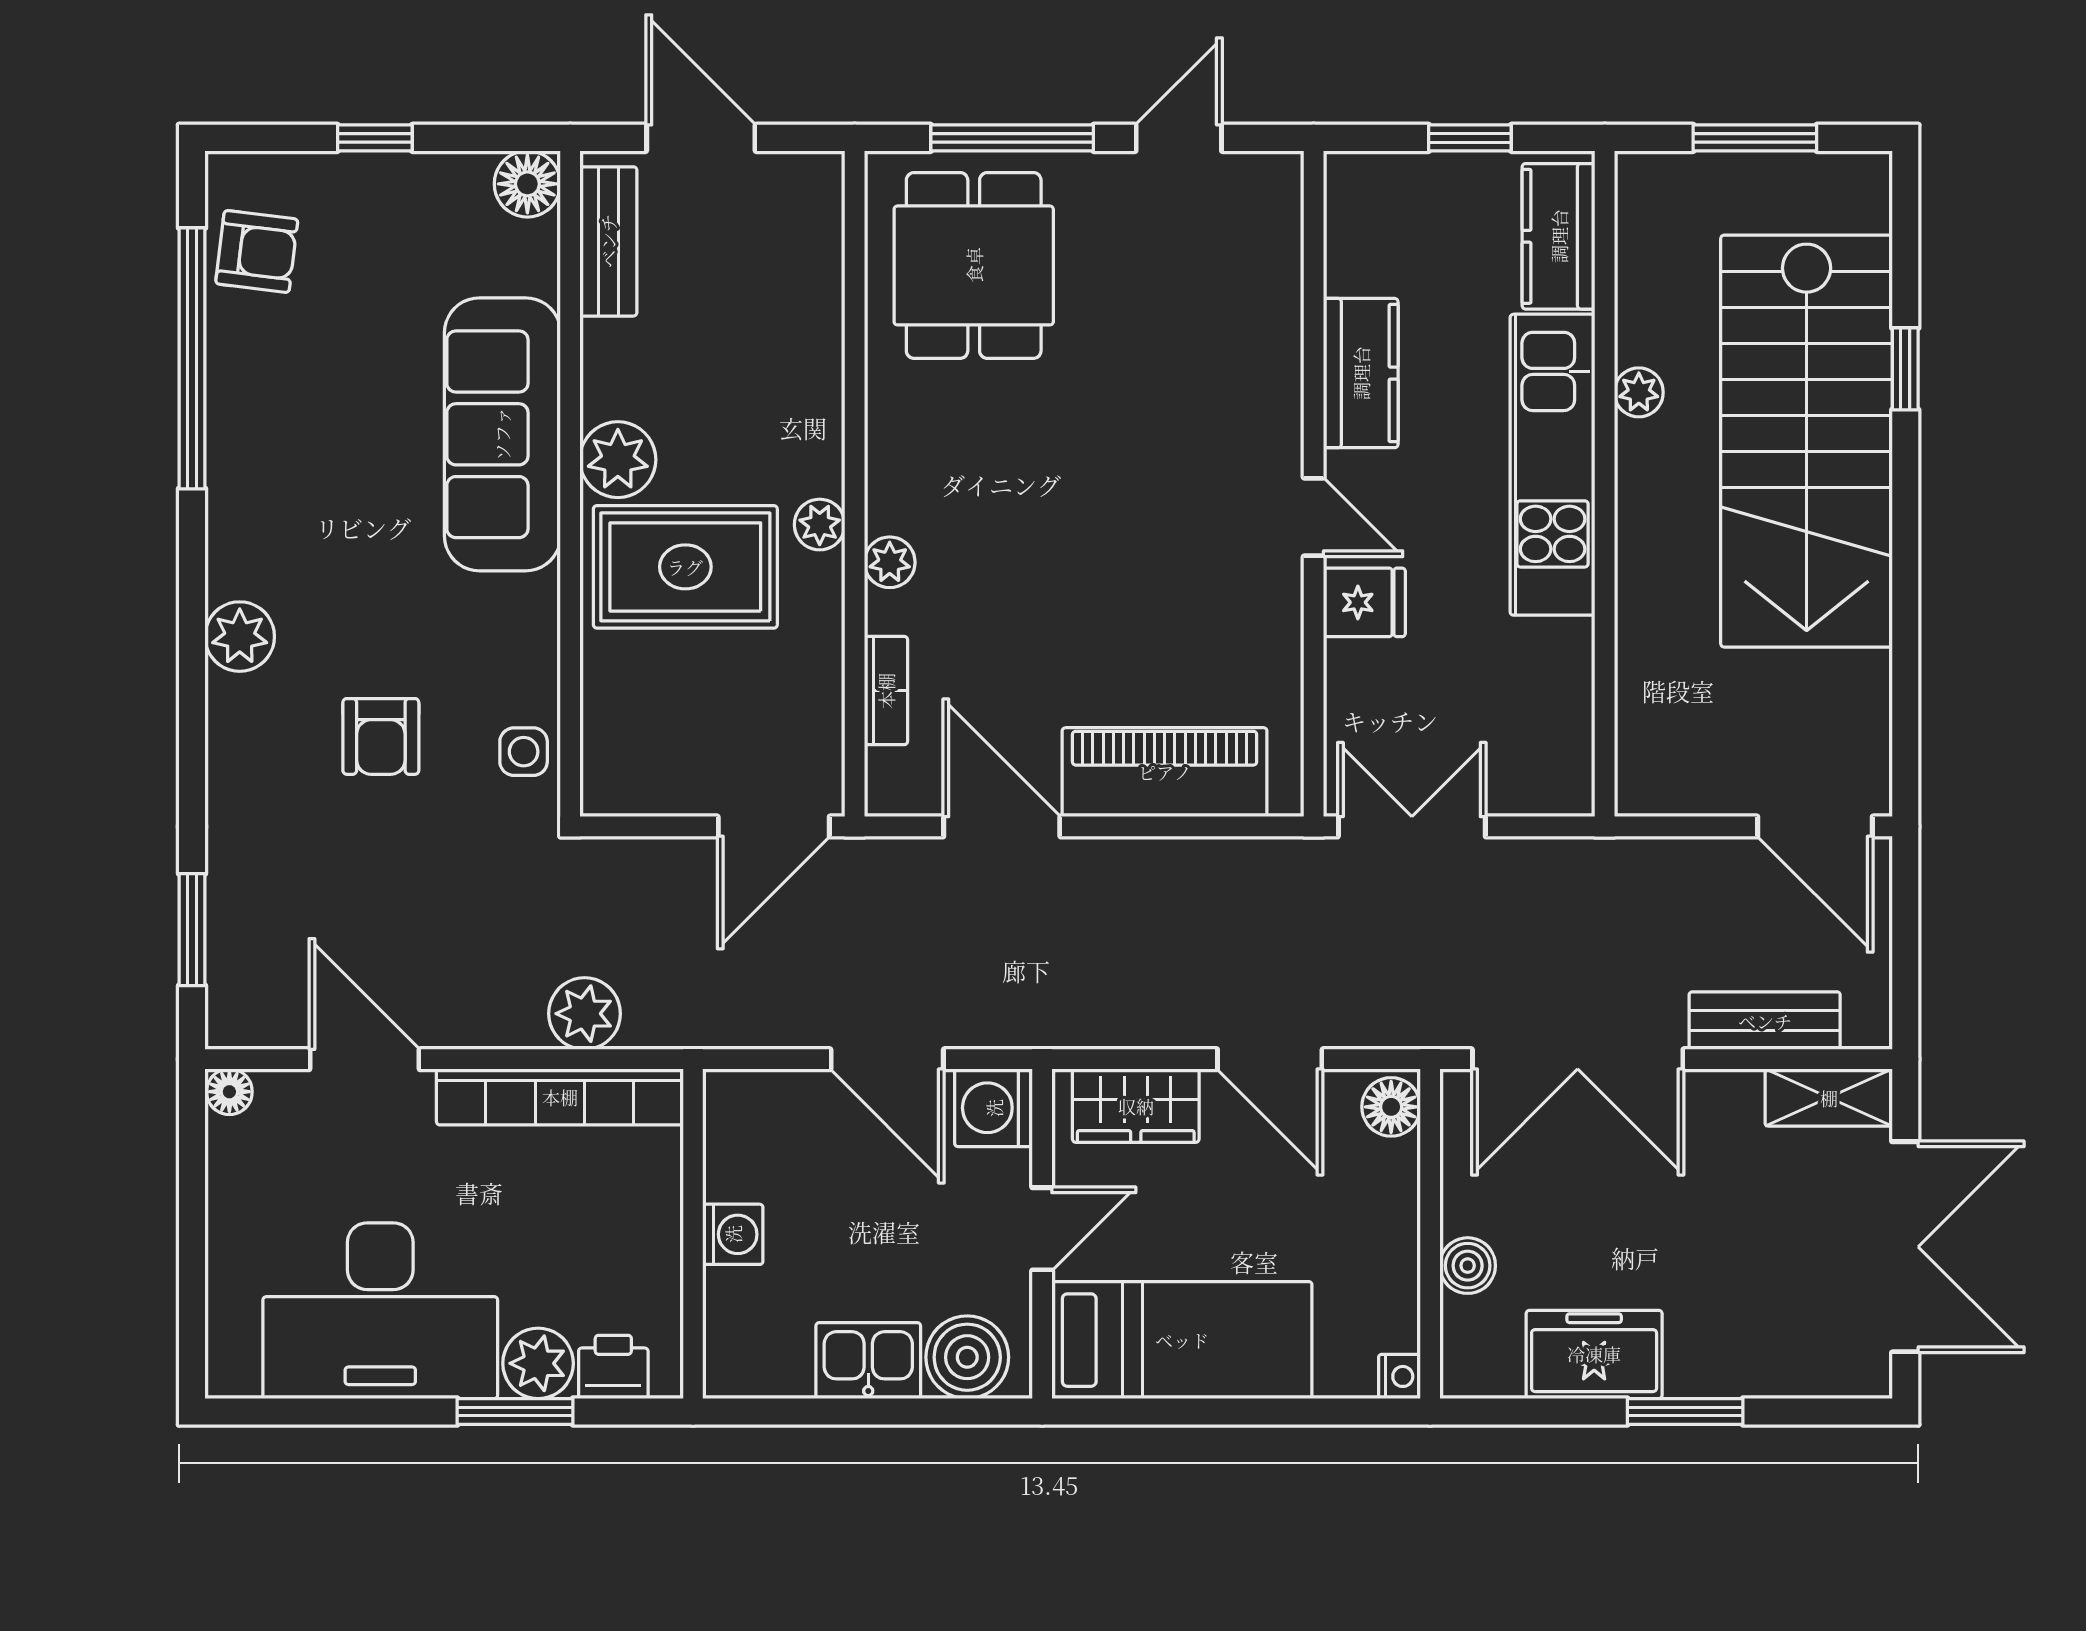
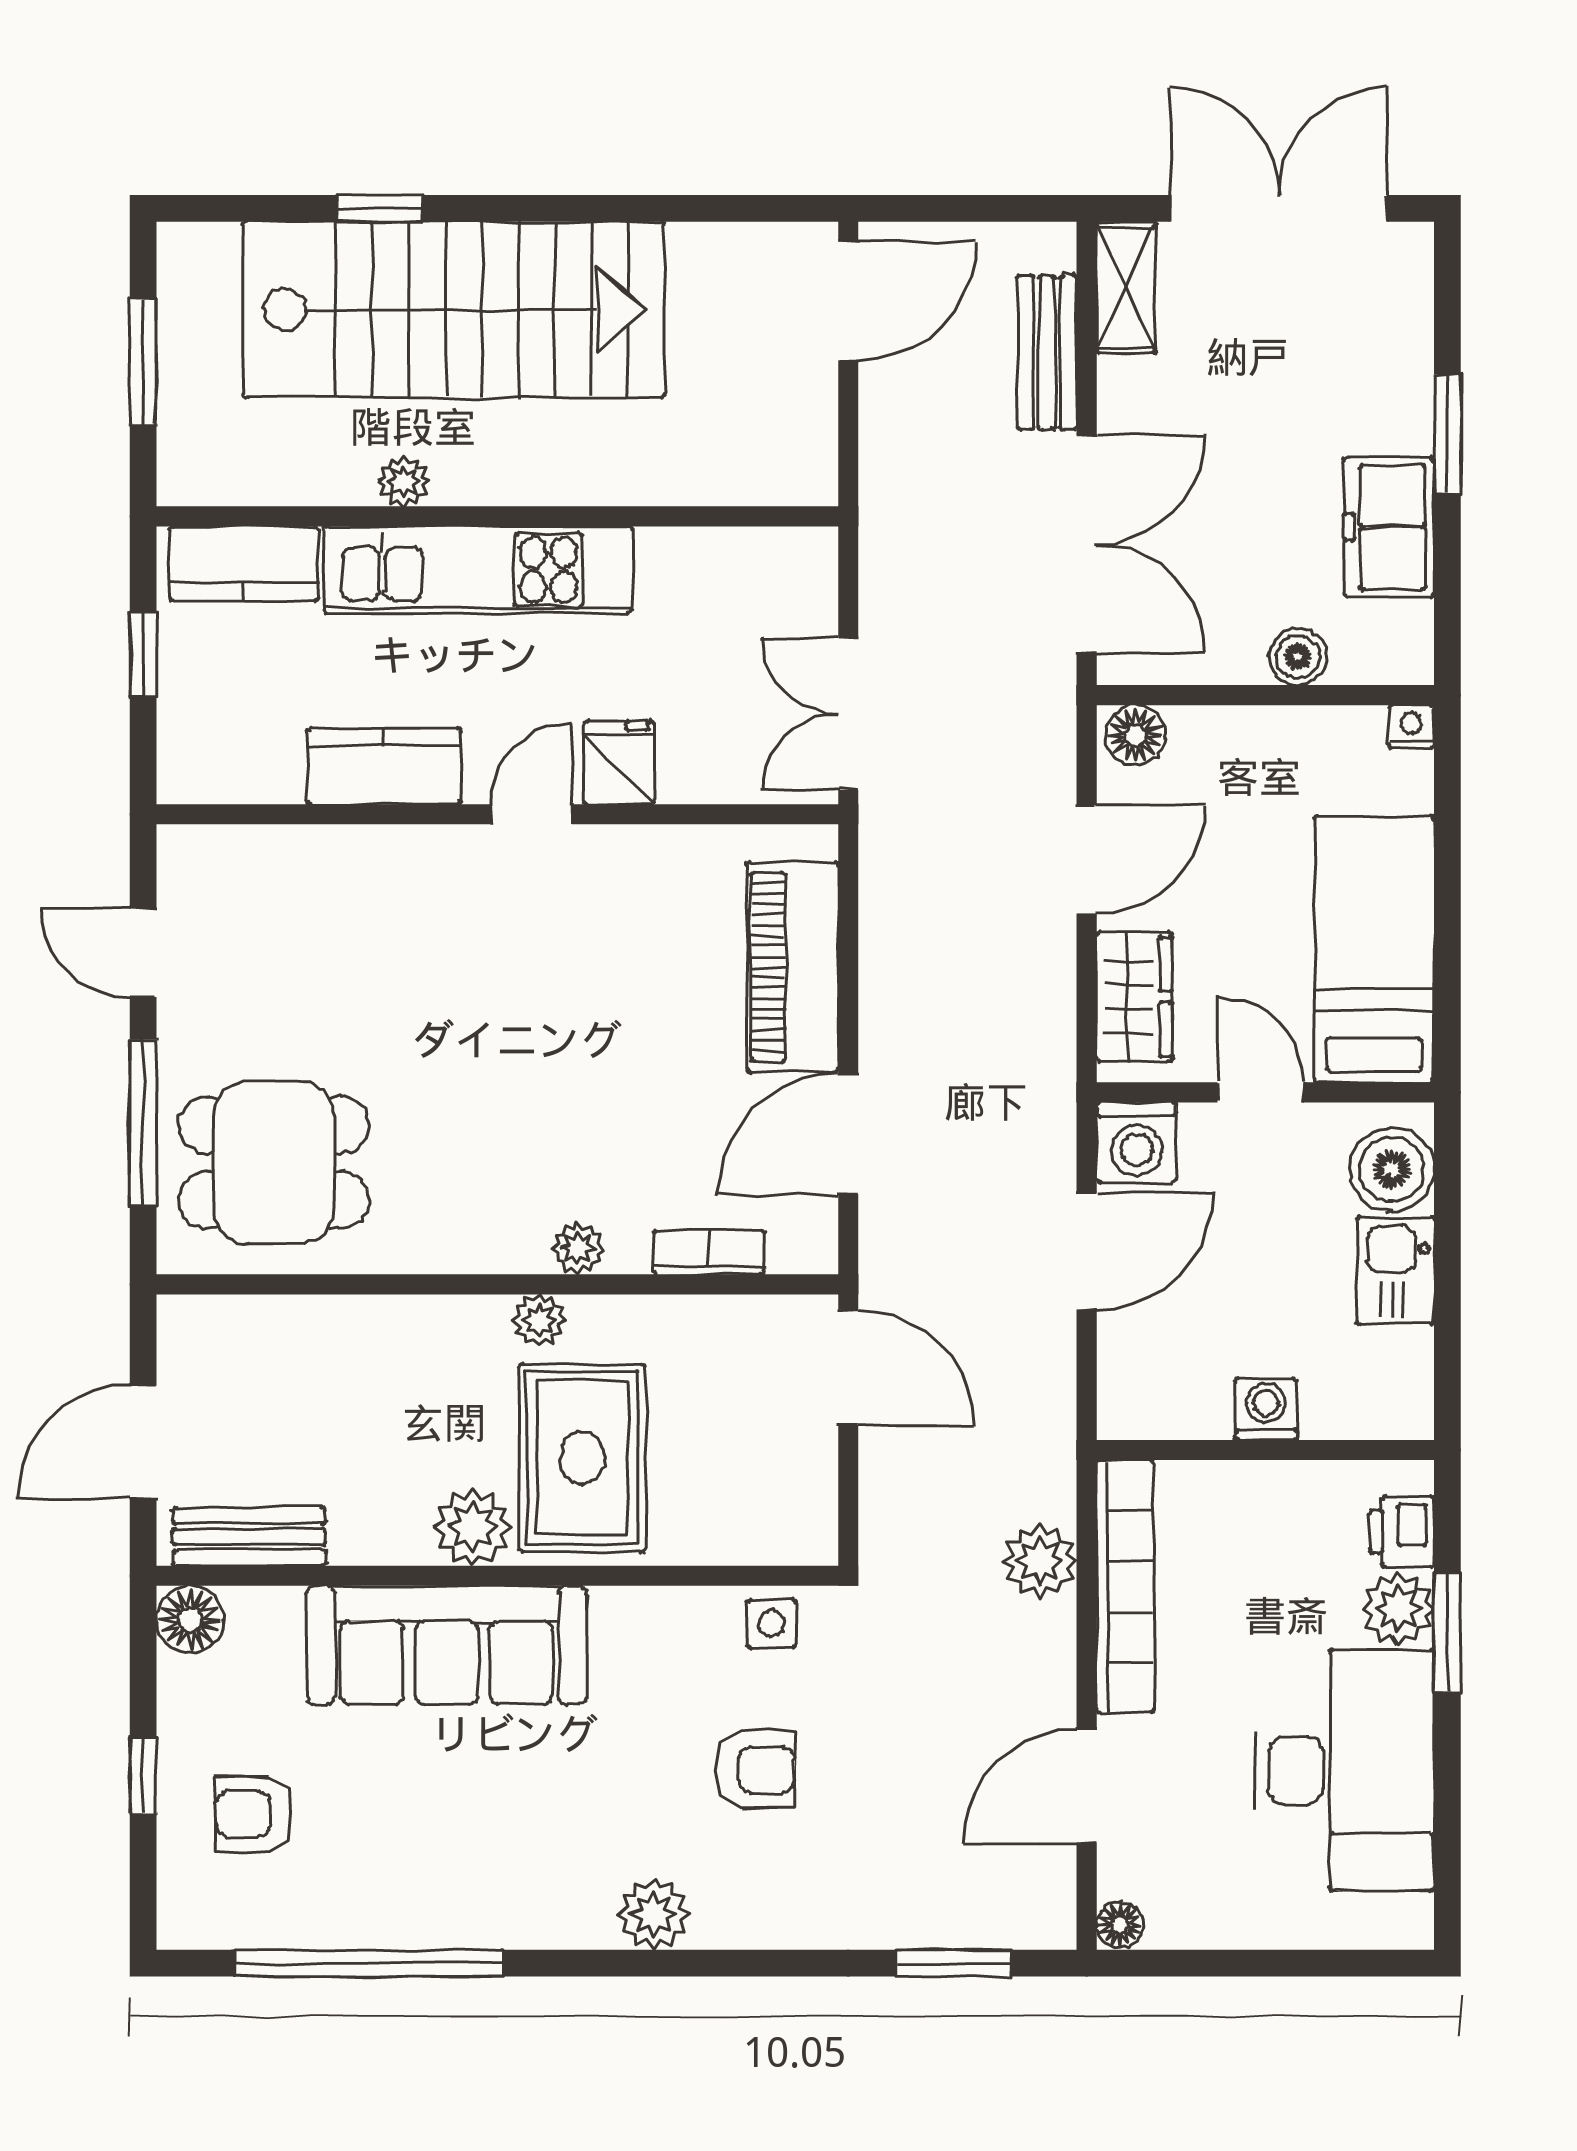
armchair: (257, 251) -> (254, 1814), moved, turned -97

